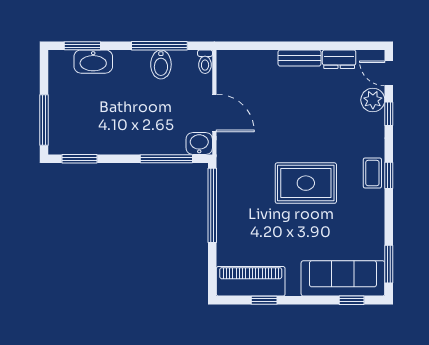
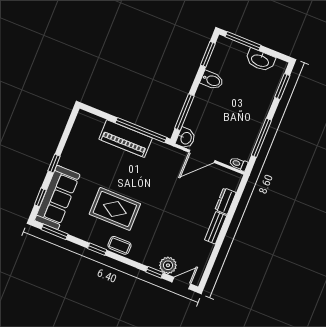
dresser: (339, 59) -> (225, 201), moved
washbasin: (93, 62) -> (260, 60), moved, turned -90
bidet: (161, 64) -> (212, 80), moved, turned 180
window: (389, 175) -> (97, 249), moved
rug: (306, 183) -> (115, 209), moved, turned 90
piano: (251, 281) -> (126, 139), moved, turned 90
window: (264, 300) -> (54, 163), moved

